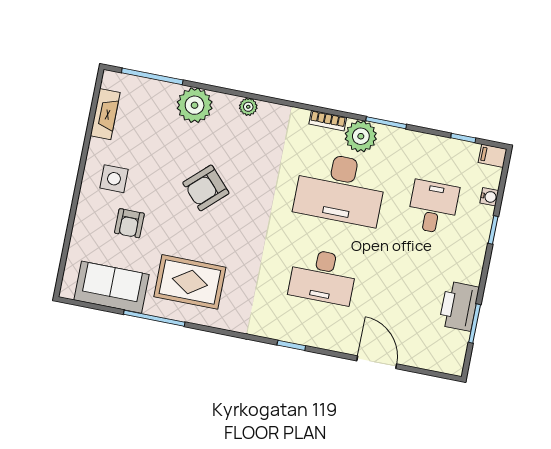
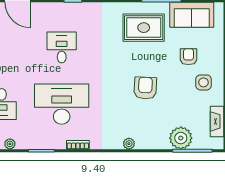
plant: (195, 105) -> (181, 138), moved
plant: (361, 136) -> (10, 144), moved, width x0.53, depth x0.53
armchair: (206, 188) -> (145, 88), turned -44
desk: (323, 277) -> (62, 47), width x0.73

